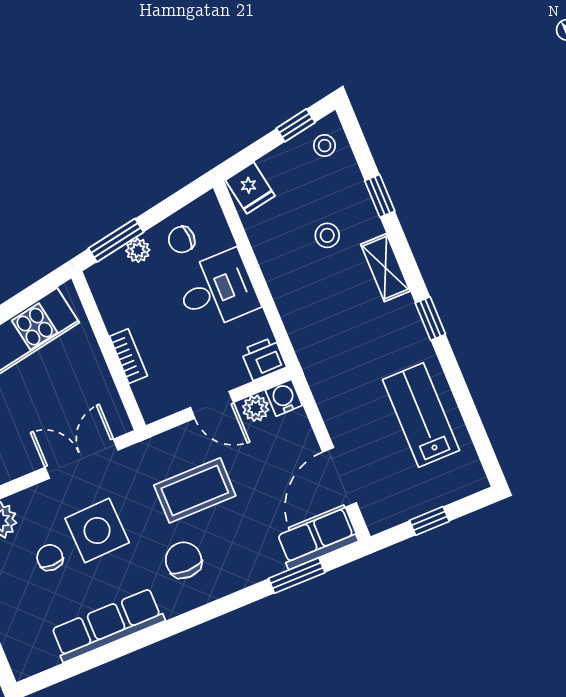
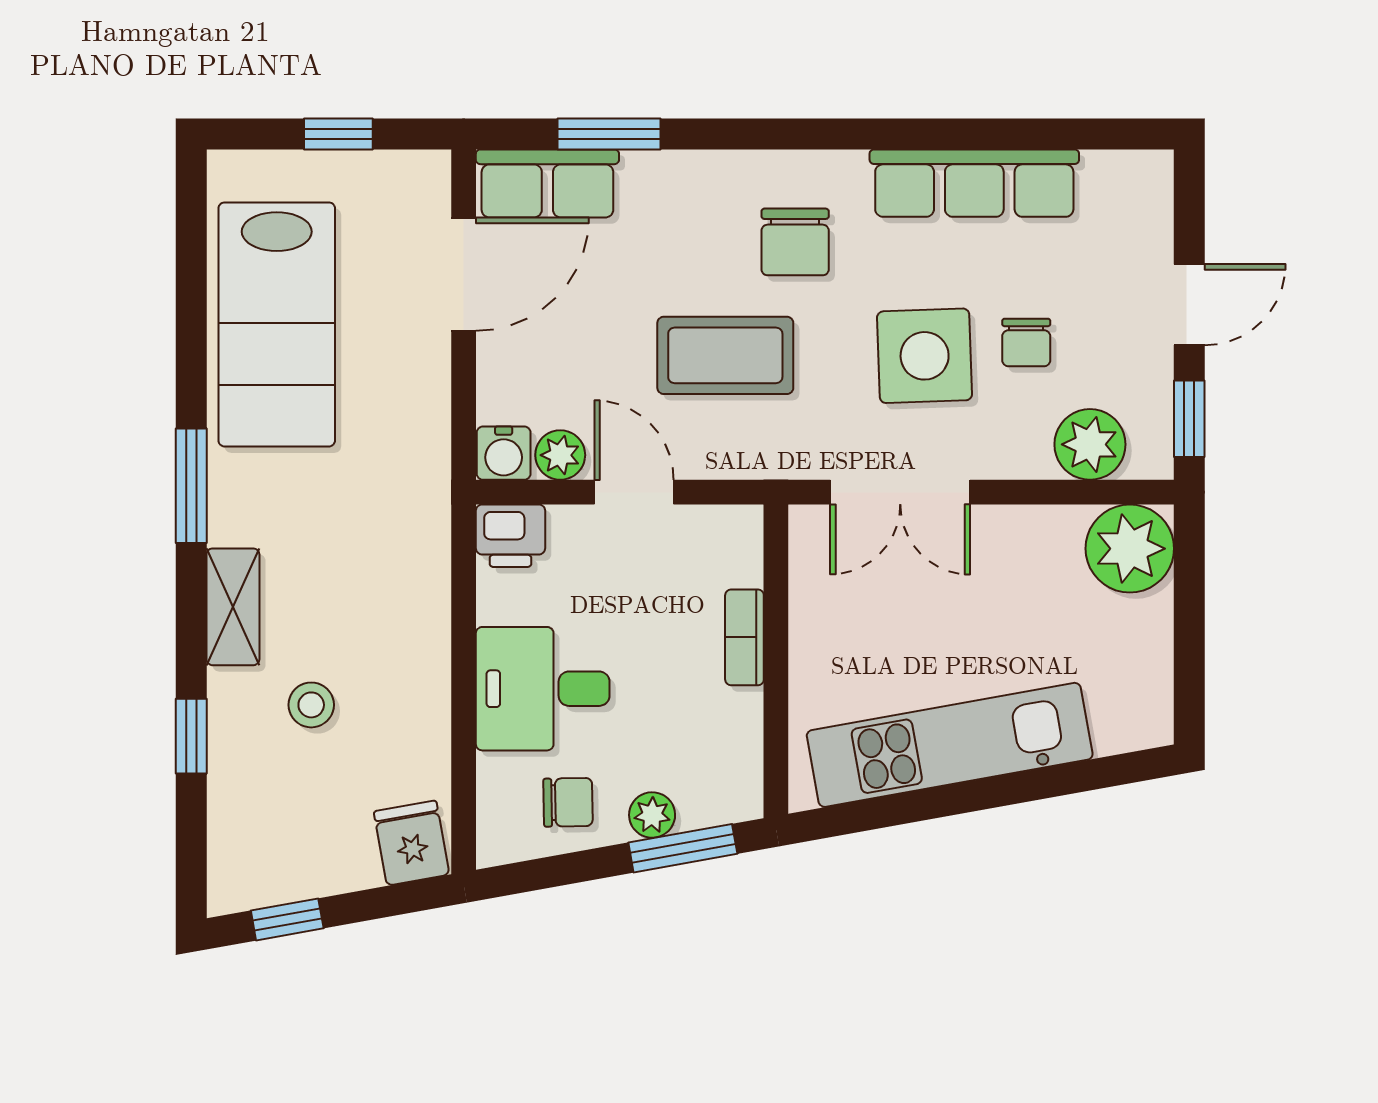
stool: (325, 146) -> (251, 863), removed
window: (430, 319) -> (191, 486), width x1.50
lab bench: (421, 415) -> (277, 324), width x1.36, depth x1.39

